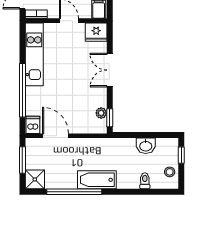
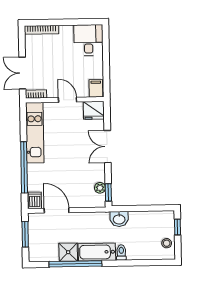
washbasin: (146, 146) -> (119, 219), moved
shower: (35, 179) -> (68, 252), moved
toilet: (145, 181) -> (121, 253), moved

